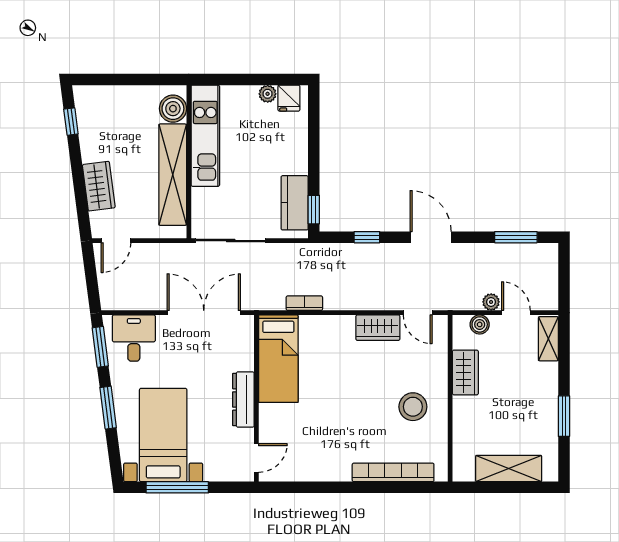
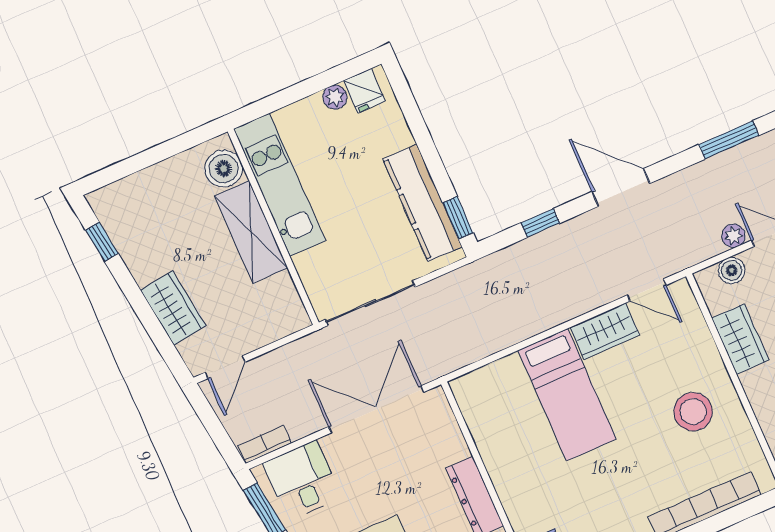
shelving: (173, 175) -> (251, 232), width x0.68
kitchen counter: (295, 203) -> (422, 203), width x1.50
bookcase: (304, 303) -> (265, 444), moved
bed: (278, 359) -> (567, 395), moved

